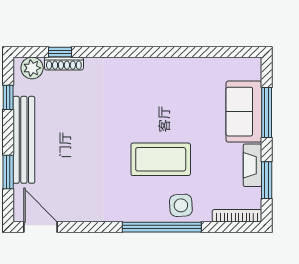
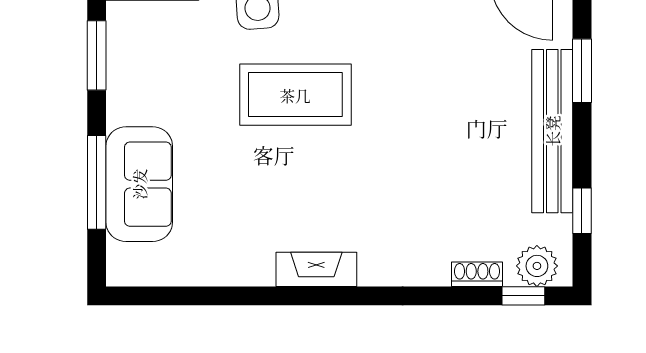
window: (60, 52) -> (523, 296), moved
shoe rack: (64, 64) -> (477, 274), width x0.70
fireplace: (252, 165) -> (316, 269), moved, turned -90

